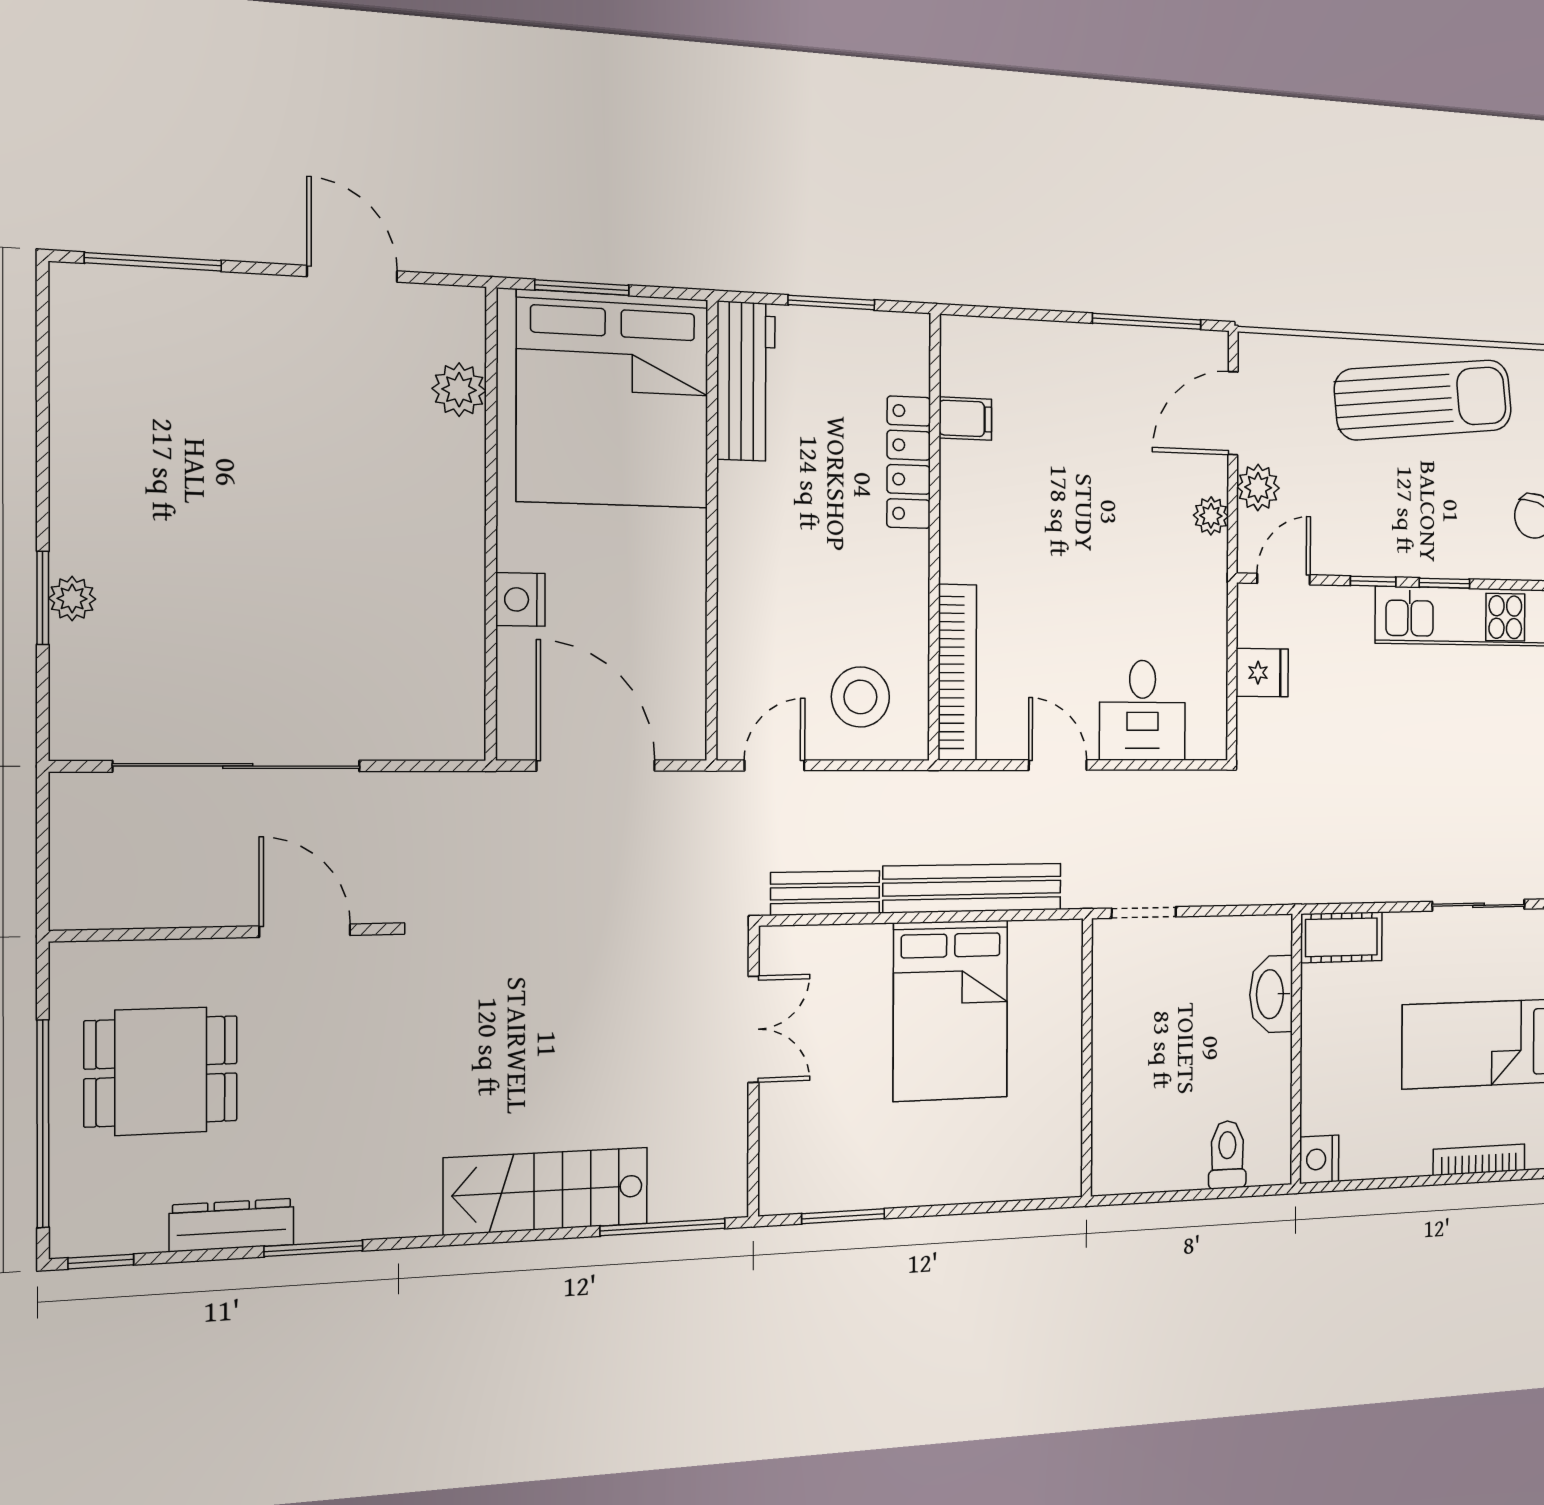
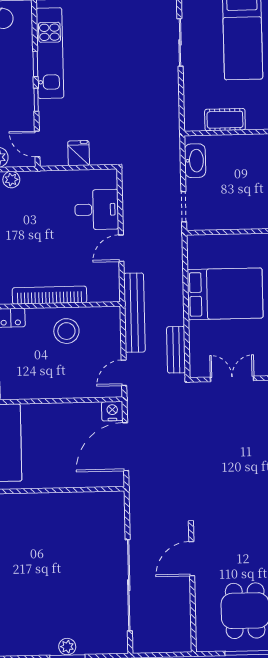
nightstand: (520, 599) -> (112, 411), moved, turned 180
bookcase: (957, 672) -> (49, 295), moved
stool: (860, 697) -> (66, 331), moved
door: (774, 765) -> (124, 373), hinge flipped
bench: (973, 888) -> (134, 313), moved
cot: (1341, 937) -> (225, 120), moved, turned 90
washbasin: (1271, 994) -> (195, 161), moved, turned -90

